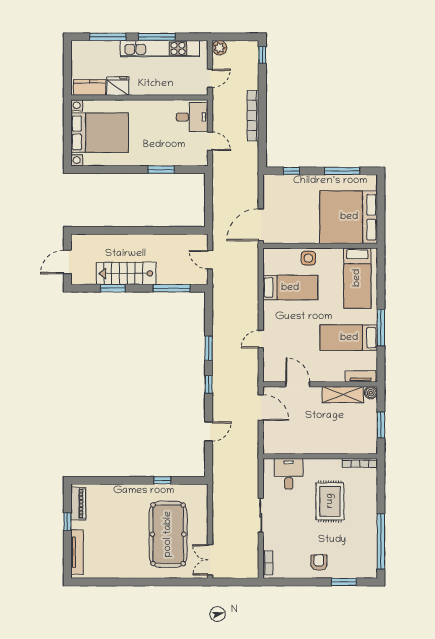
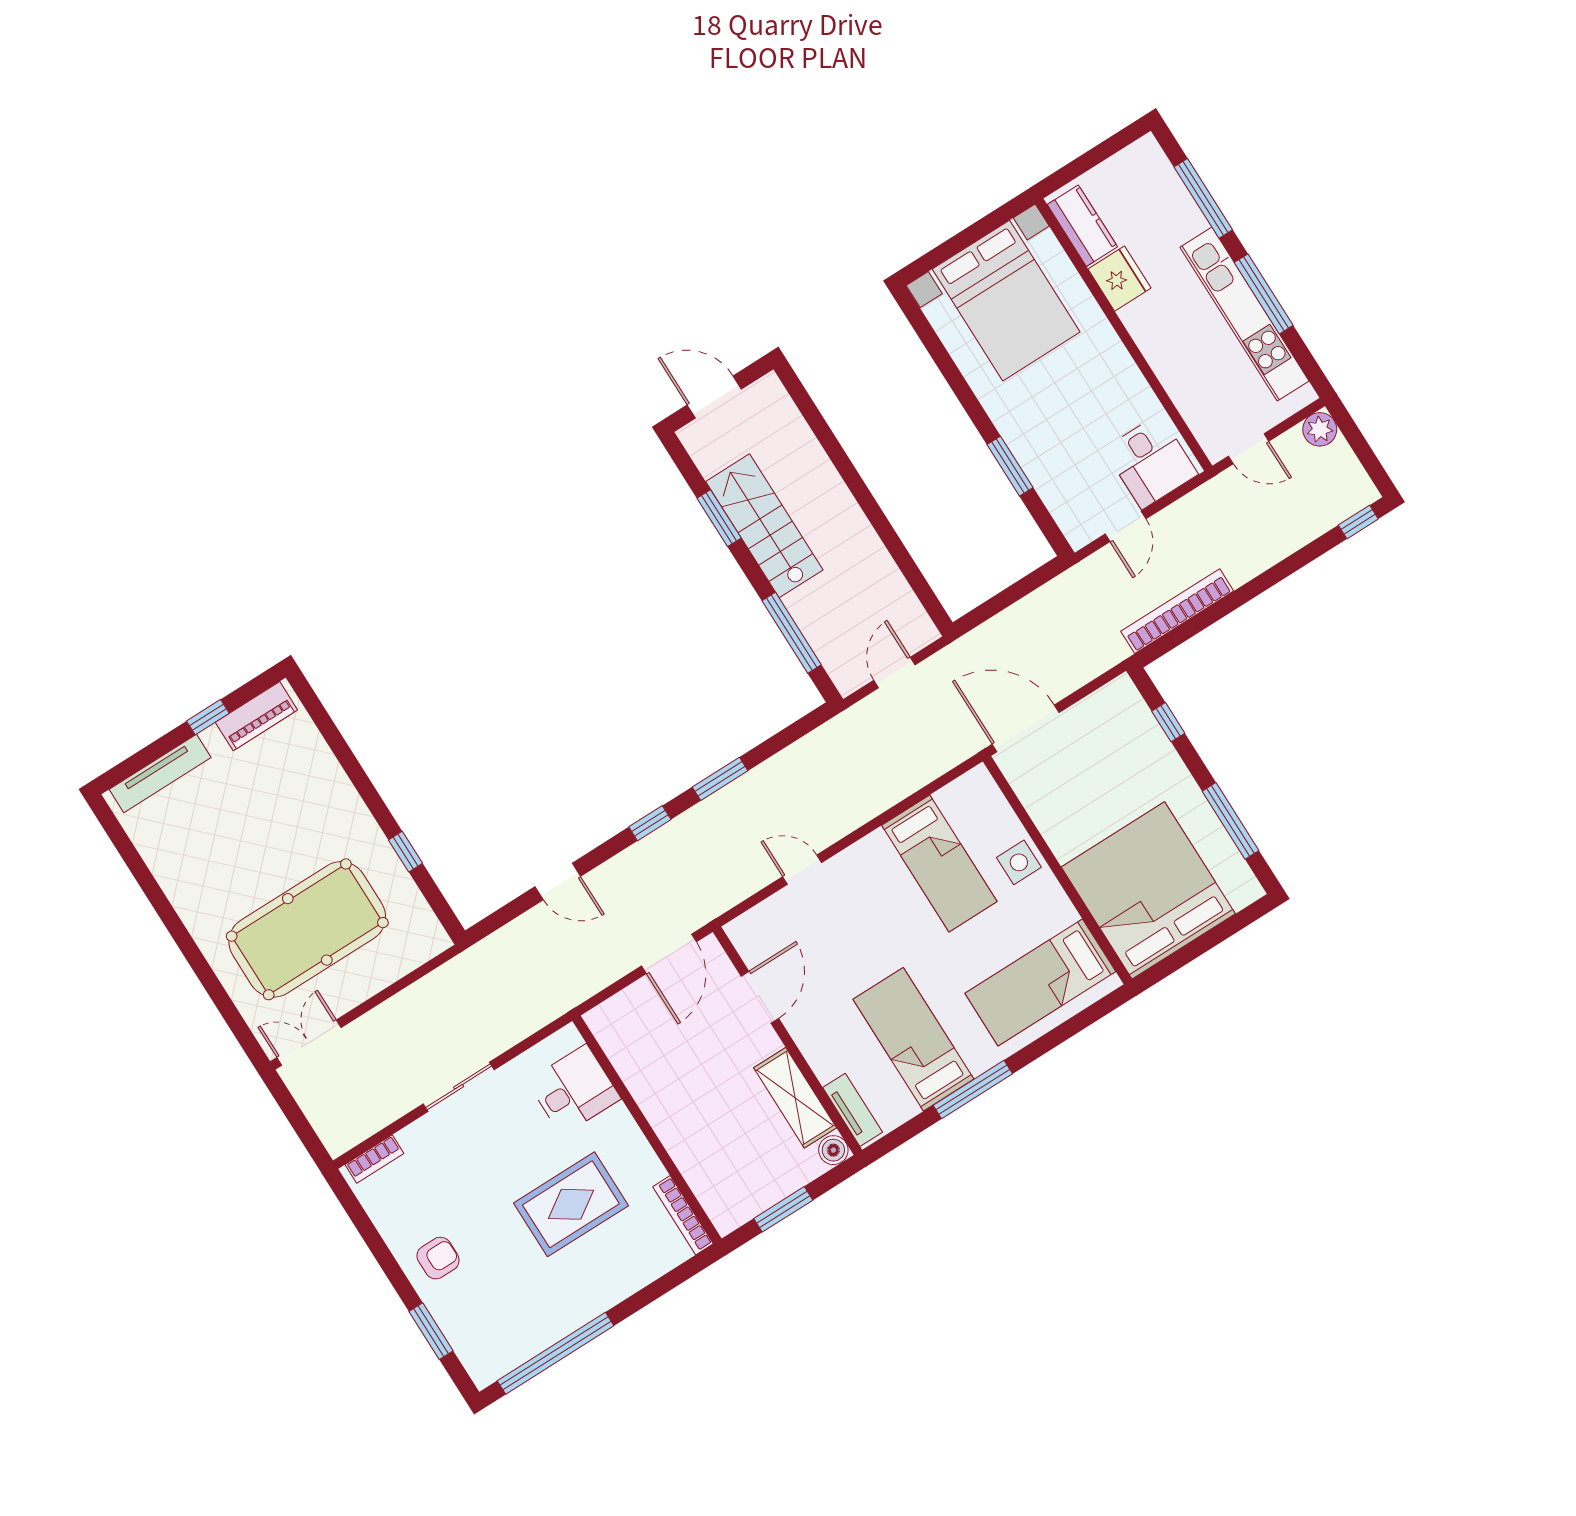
bookcase: (253, 116) -> (1177, 611), moved

